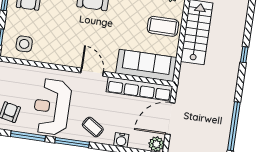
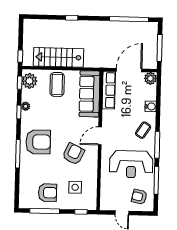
armchair: (74, 36) -> (73, 154), added
side table: (24, 44) -> (75, 187), moved
row of seats: (139, 89) -> (109, 90), width x0.73
door: (170, 119) -> (129, 70), swing flipped

